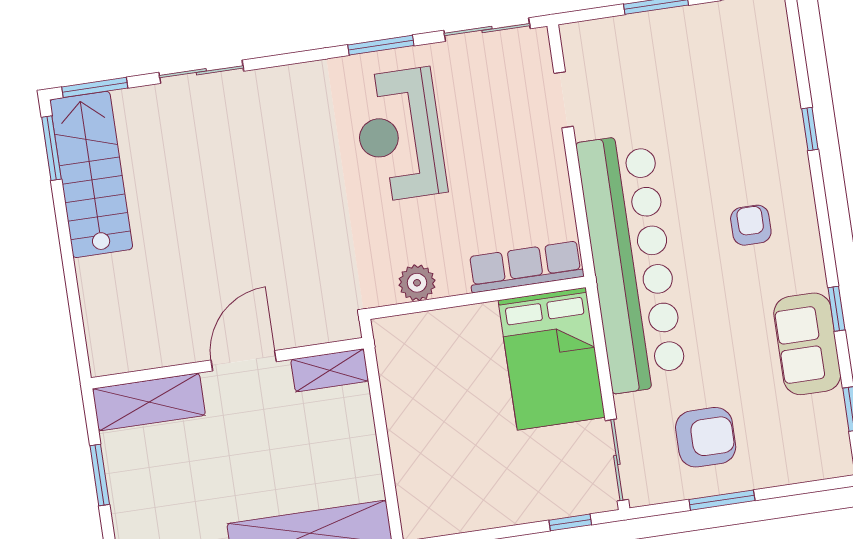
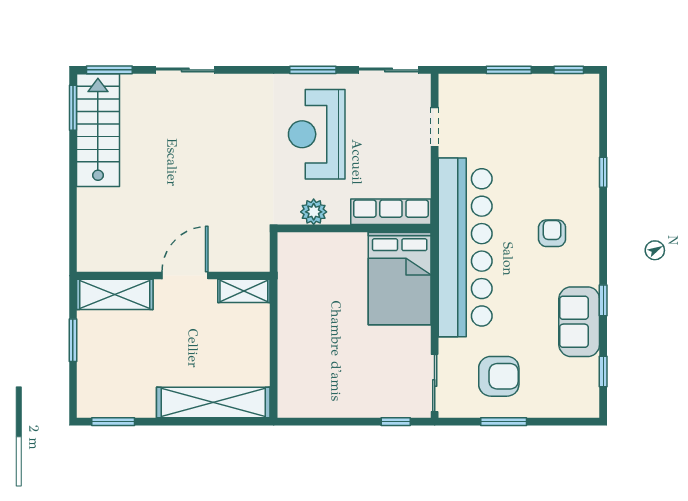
row of seats: (526, 267) -> (391, 212), moved
plant: (417, 283) -> (314, 212), moved
wall: (477, 298) -> (354, 228), moved
bed: (552, 359) -> (400, 279), moved

